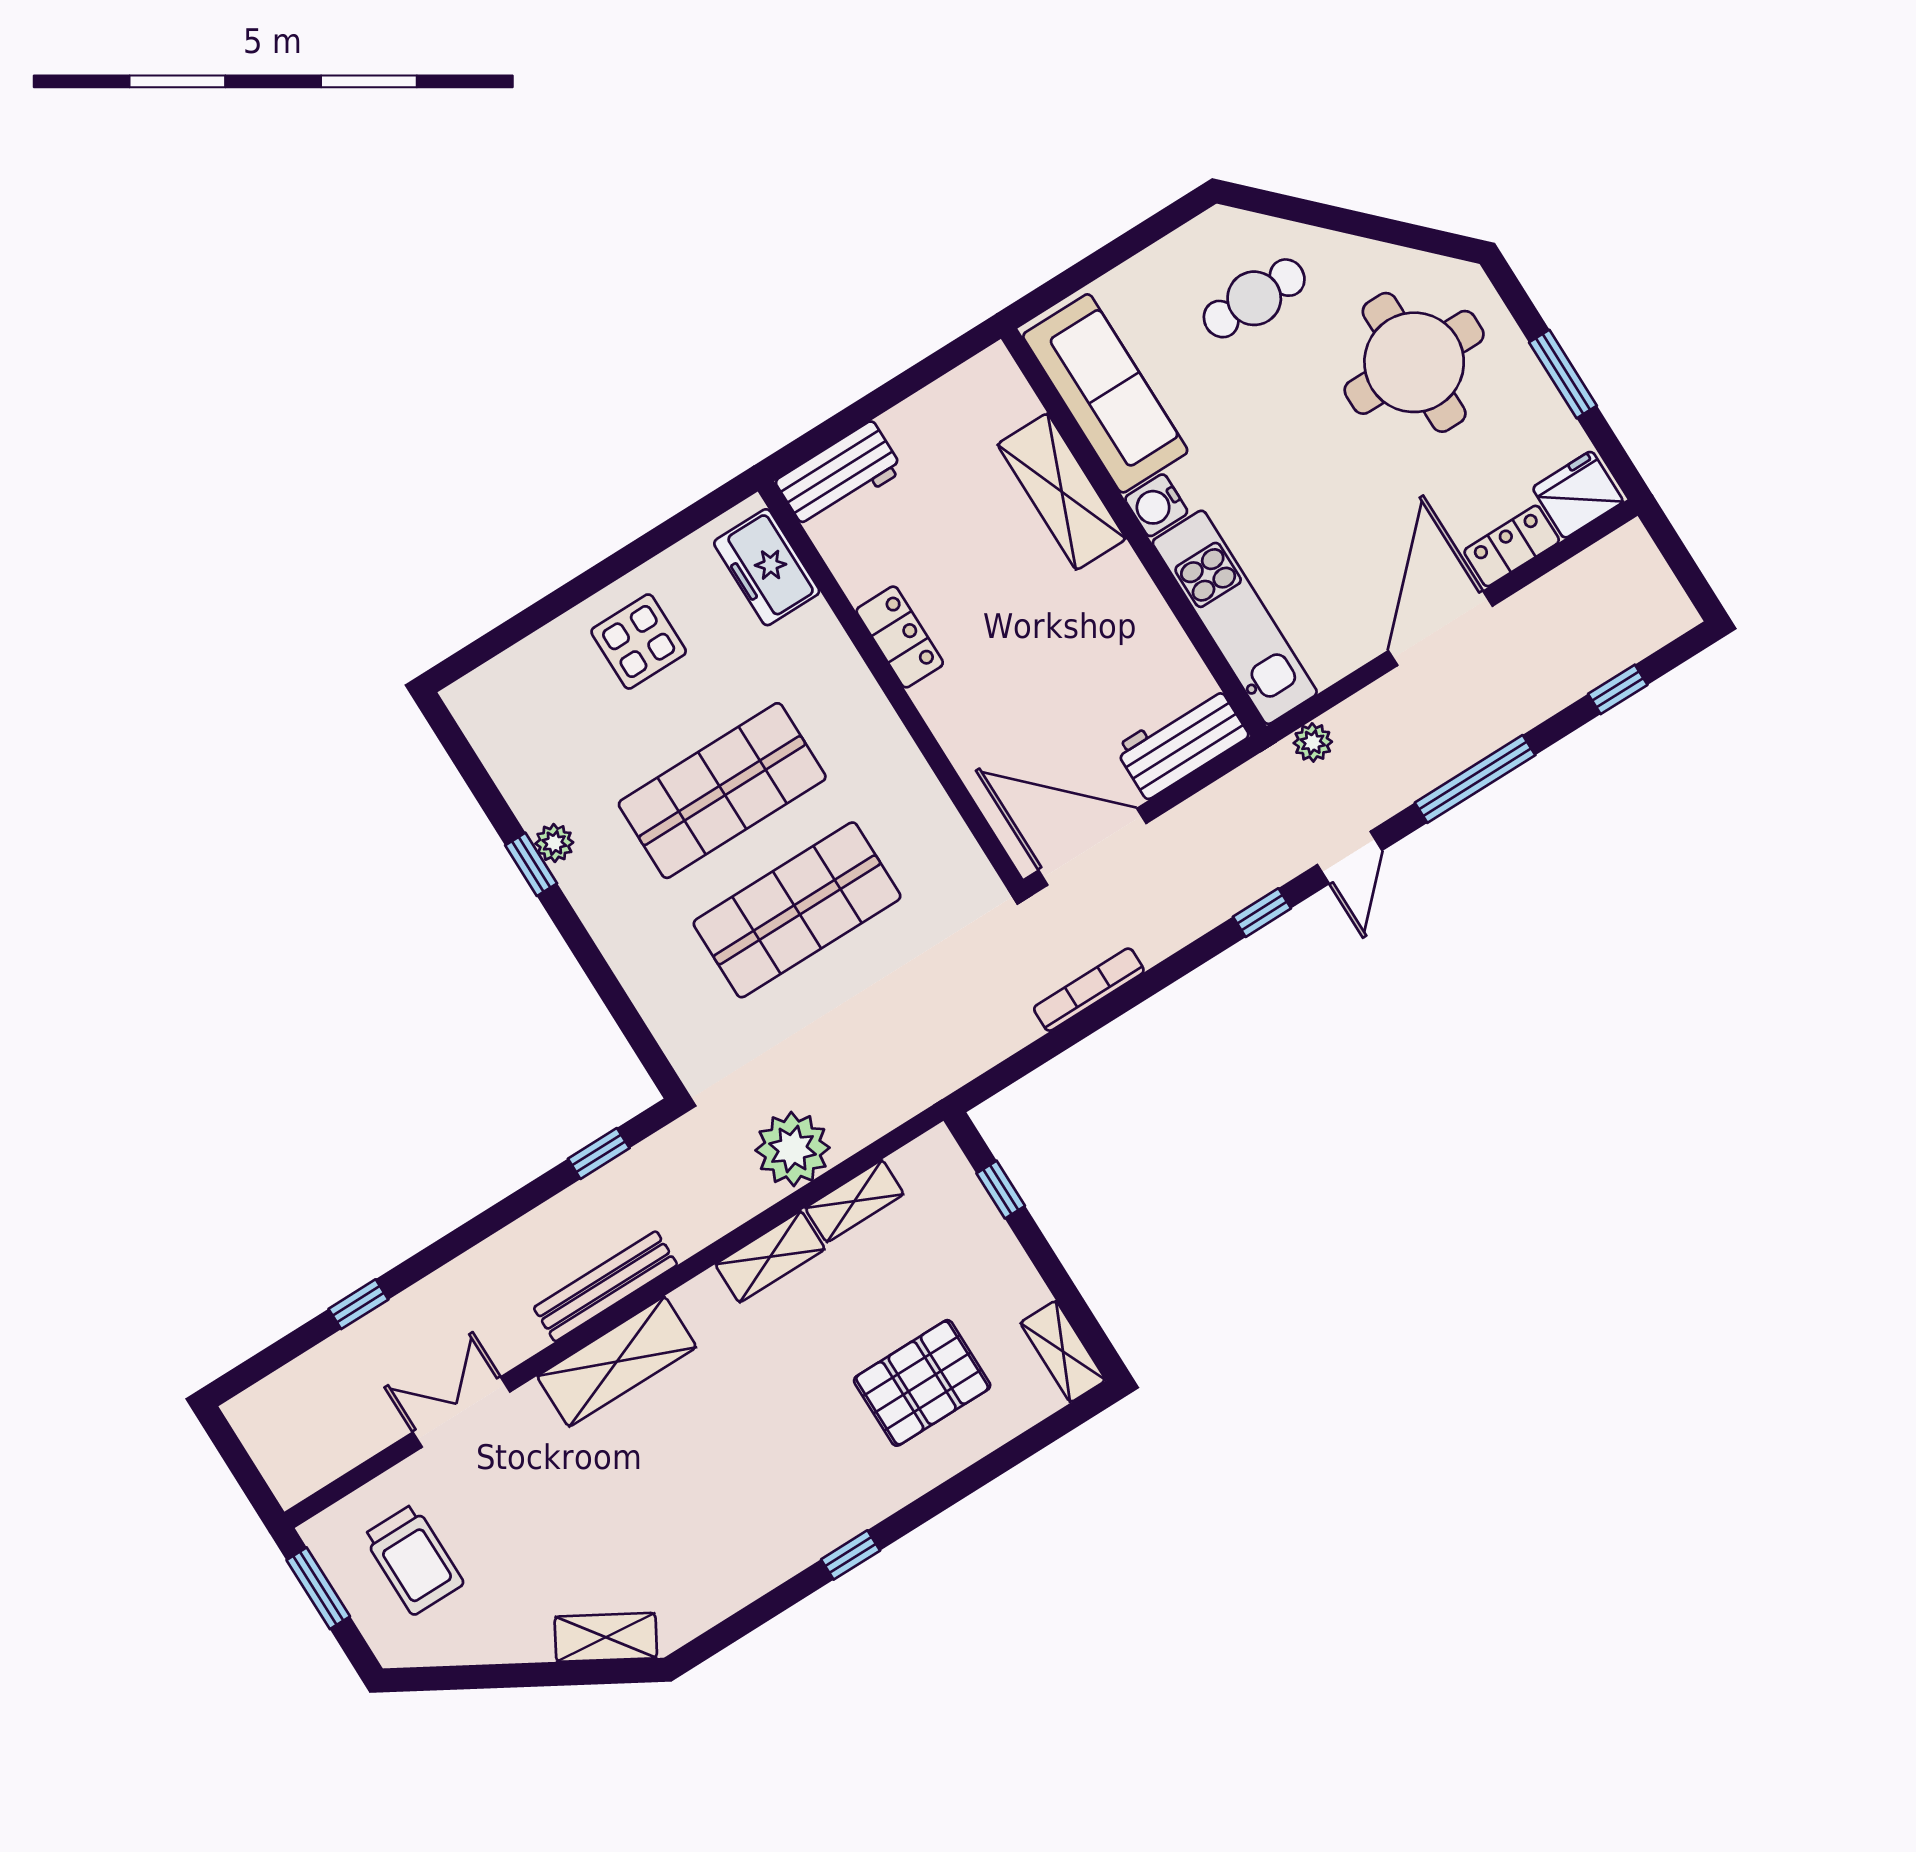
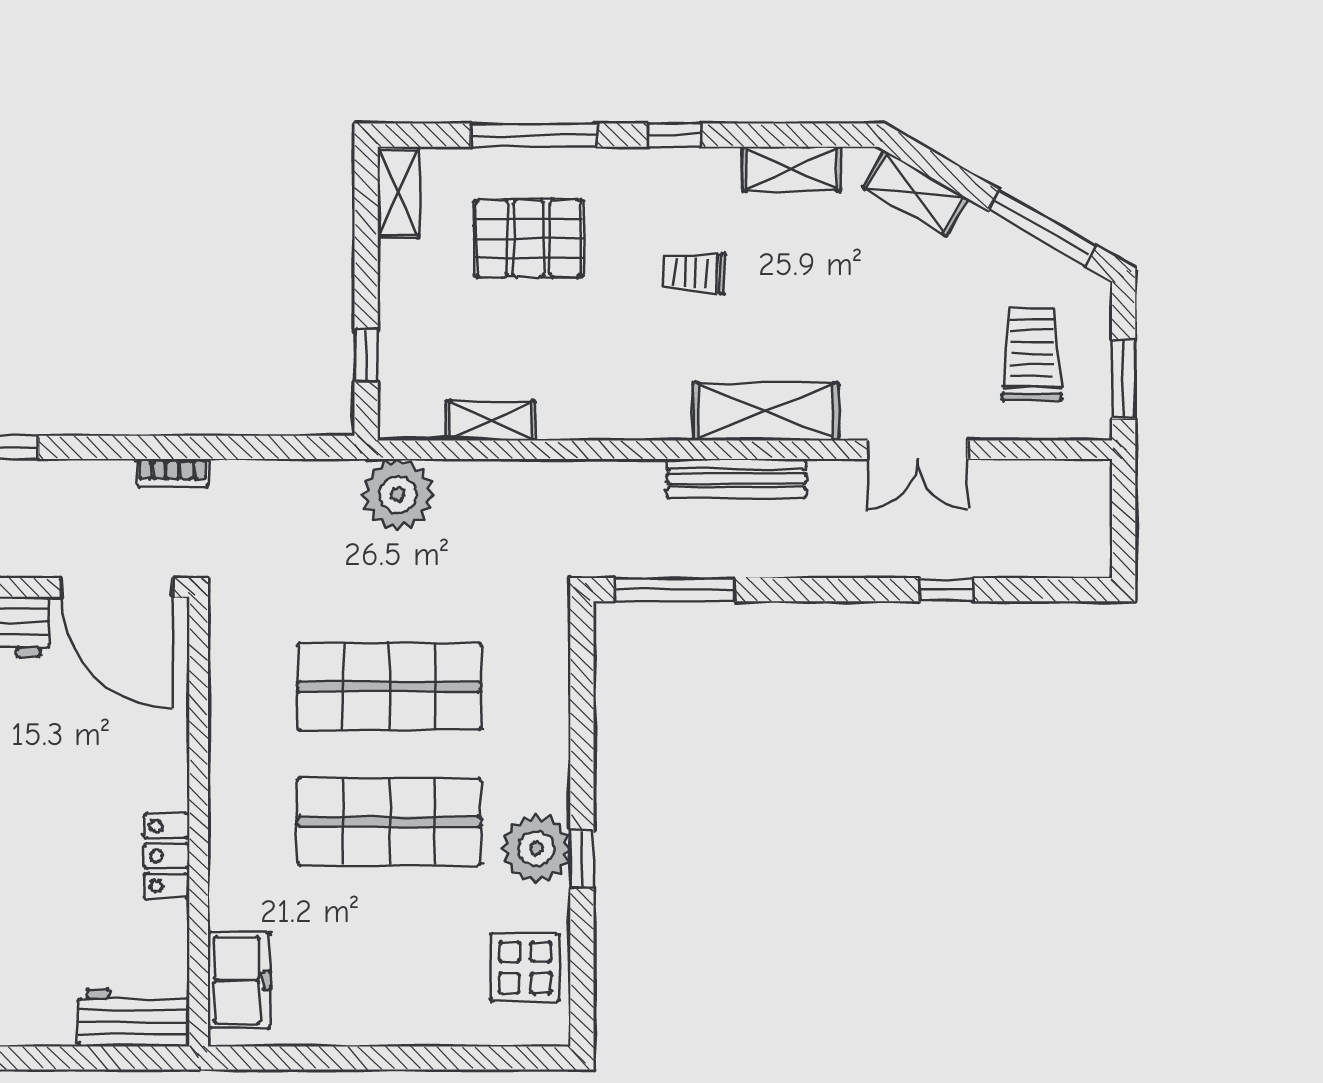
display table: (639, 642) -> (525, 967), moved
plant: (554, 843) -> (536, 849), width x1.88, depth x1.88
bookcase: (1089, 990) -> (173, 473), width x0.64
plant: (793, 1149) -> (398, 495), moved
window: (599, 1153) -> (674, 590), width x2.17
shelving: (770, 1257) -> (792, 169), moved
trolley: (757, 1445) -> (694, 273), added
window: (975, 1477) -> (534, 135), added
window: (474, 1677) -> (1042, 228), added

